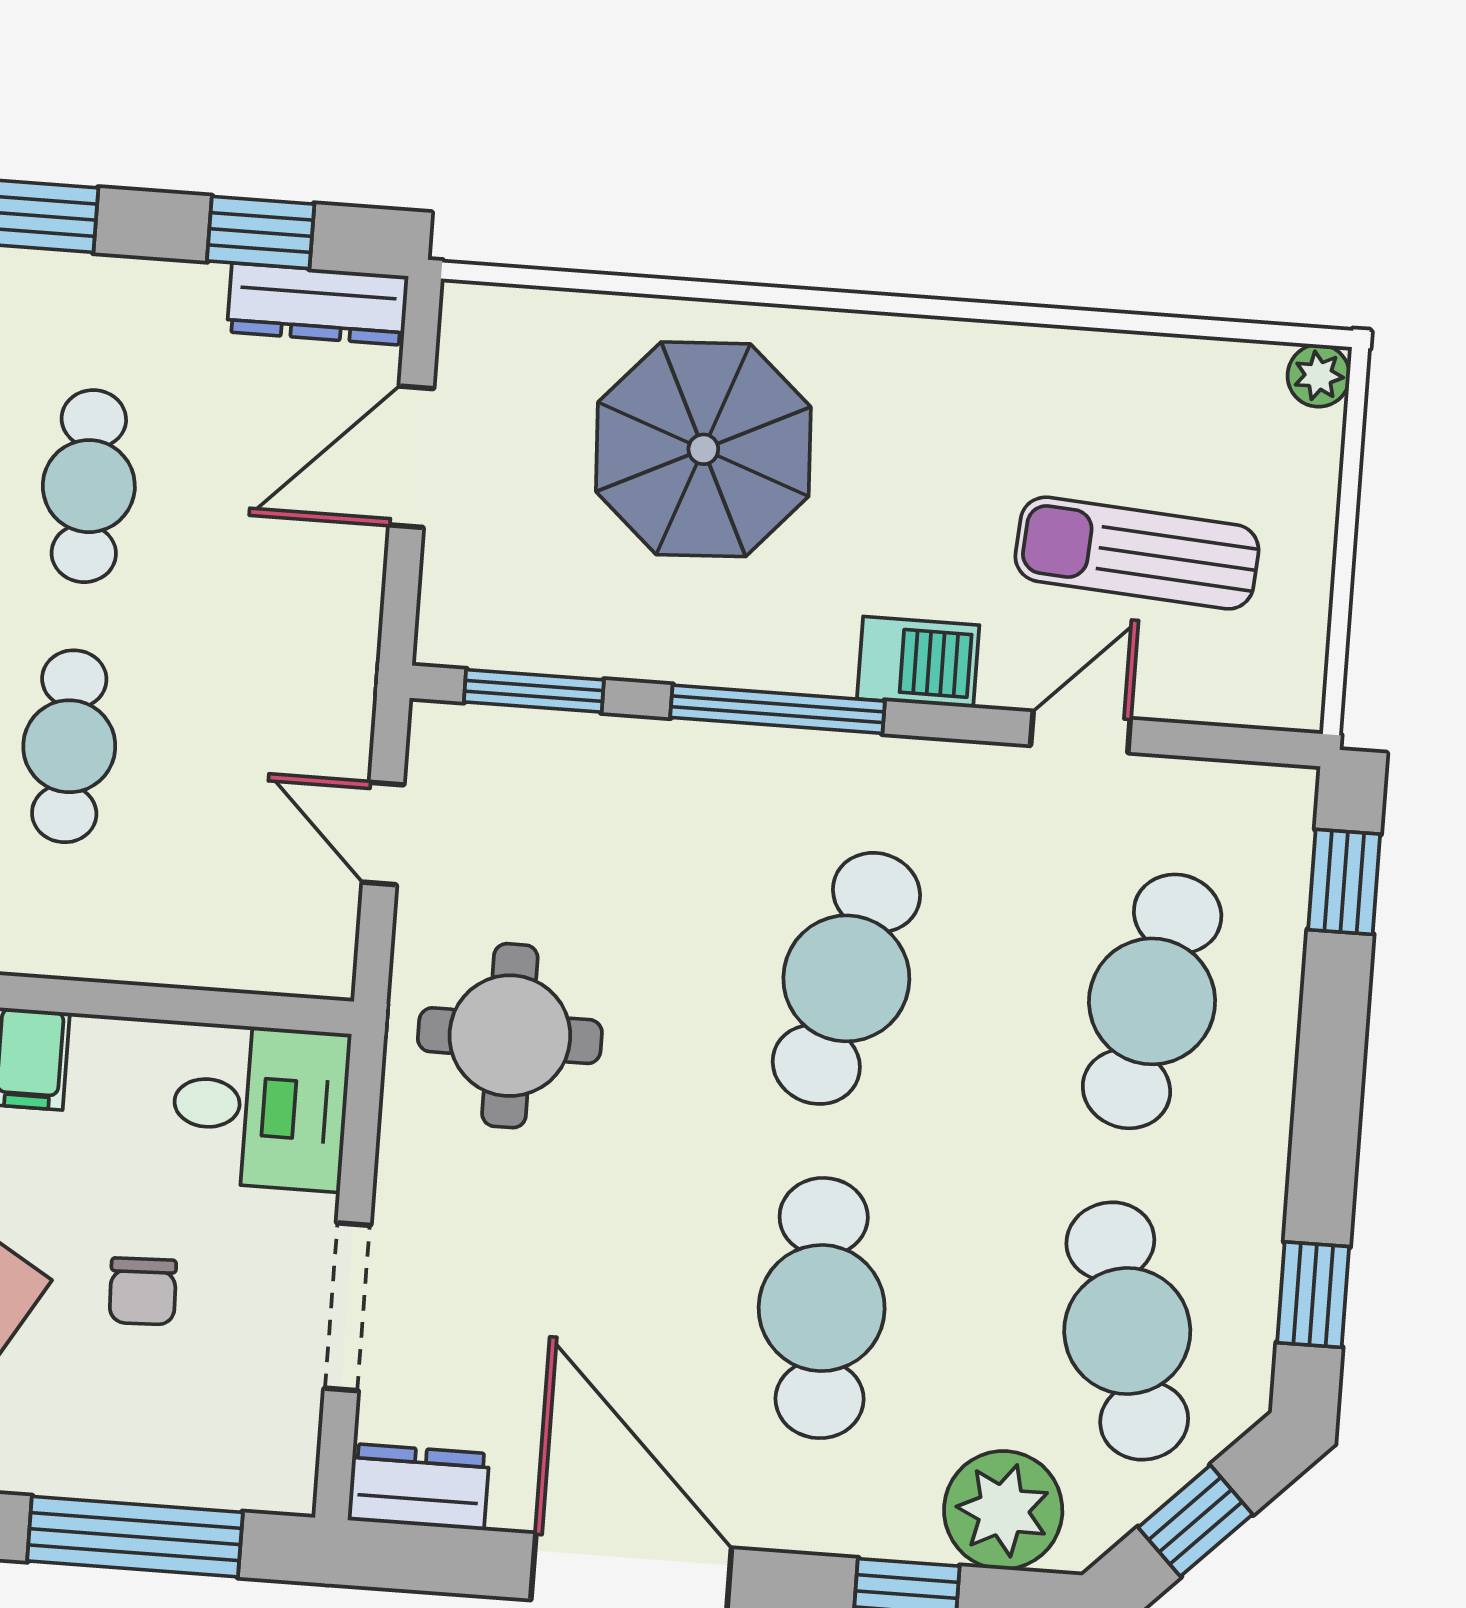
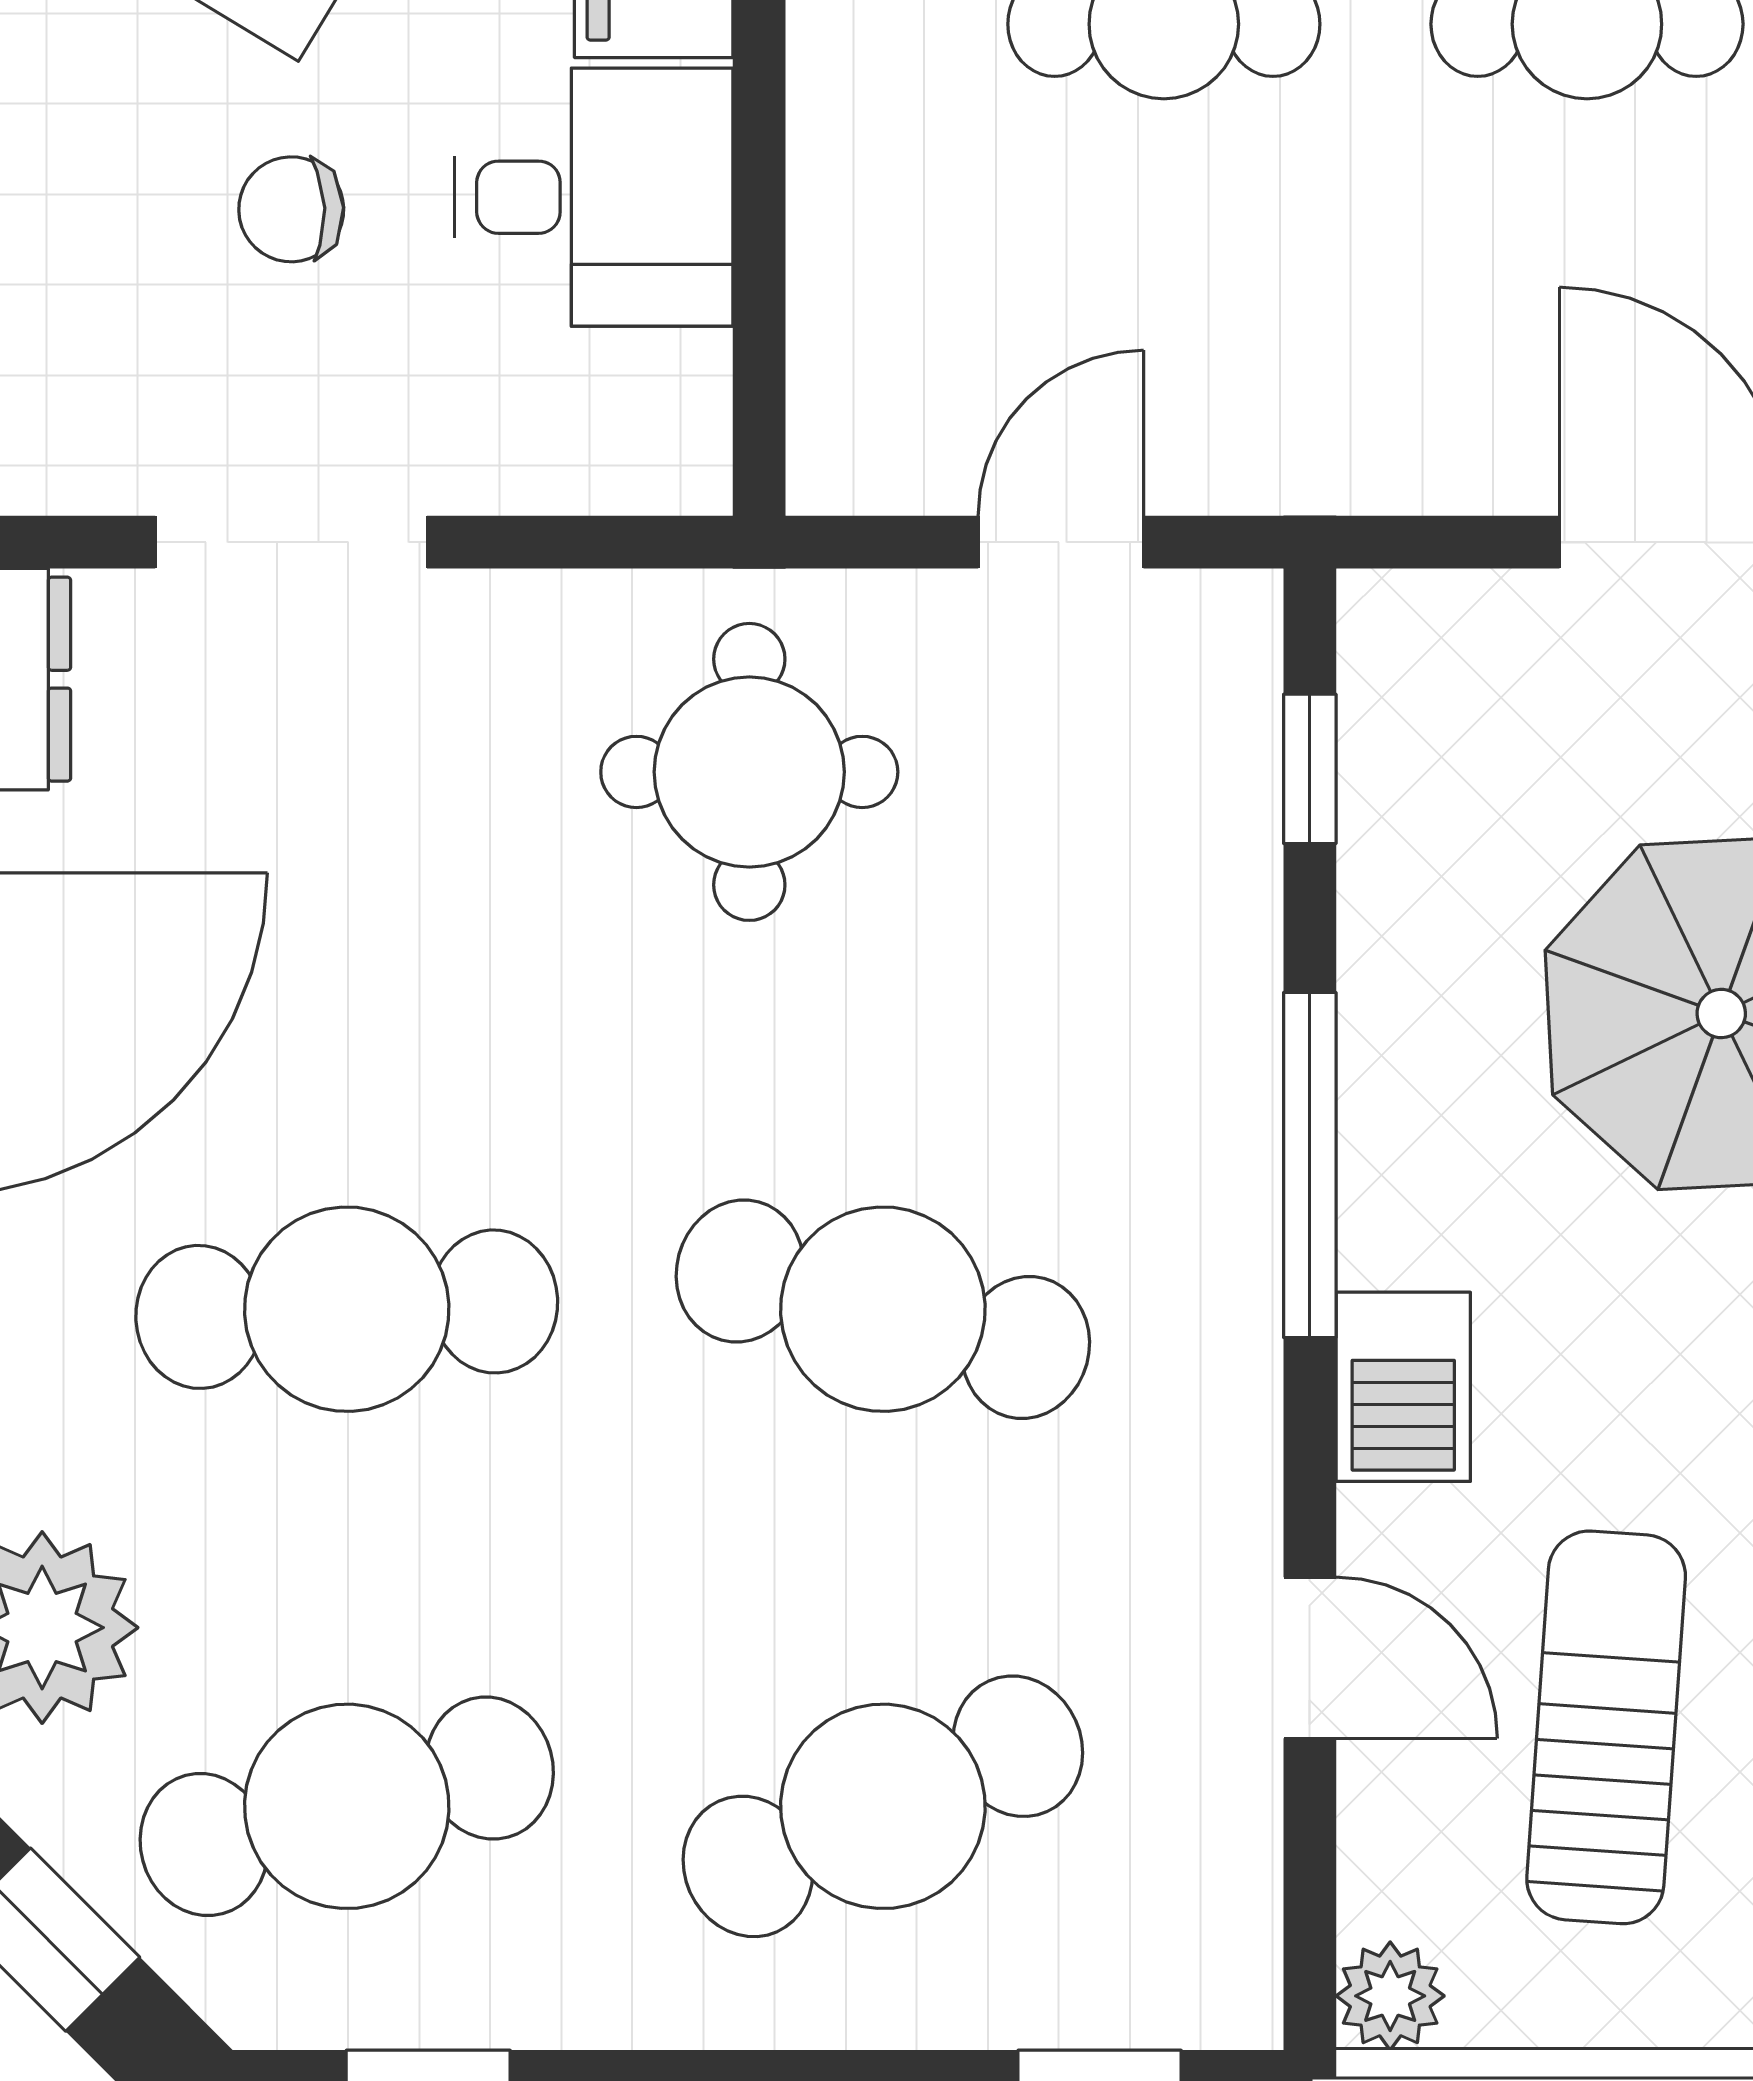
window: (534, 691) -> (1310, 769), width x0.67
plant: (1292, 698) -> (1390, 1996), added
cafe table: (1152, 1001) -> (883, 1806), turned -36
desk: (260, 1107) -> (594, 197), moved, turned -90

